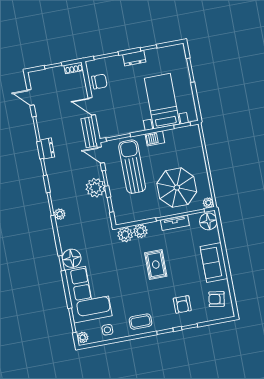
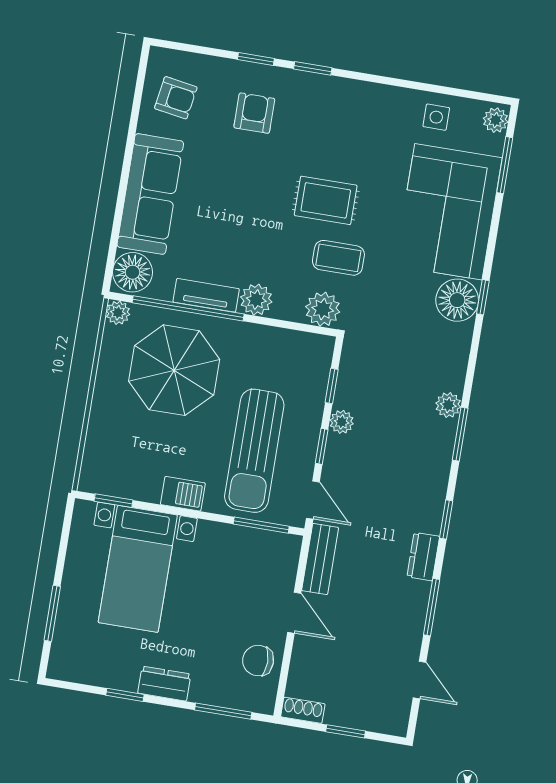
plant: (95, 188) -> (342, 422), width x0.53, depth x0.53
plant: (140, 231) -> (256, 300), moved
sofa: (214, 262) -> (150, 194), width x1.36
rug: (156, 265) -> (326, 200), moved, turned 90
coffee table: (141, 322) -> (338, 258), moved

